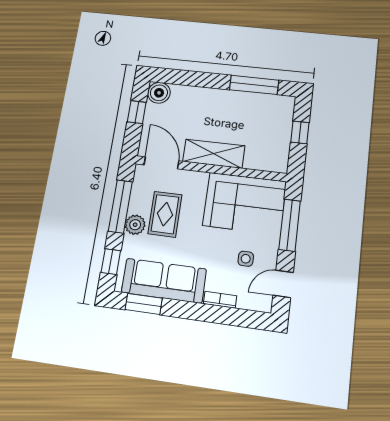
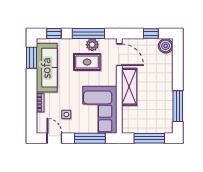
window: (300, 132) -> (149, 138), width x2.17
door: (161, 163) -> (119, 55), hinge flipped
plant: (135, 225) -> (92, 45), moved

